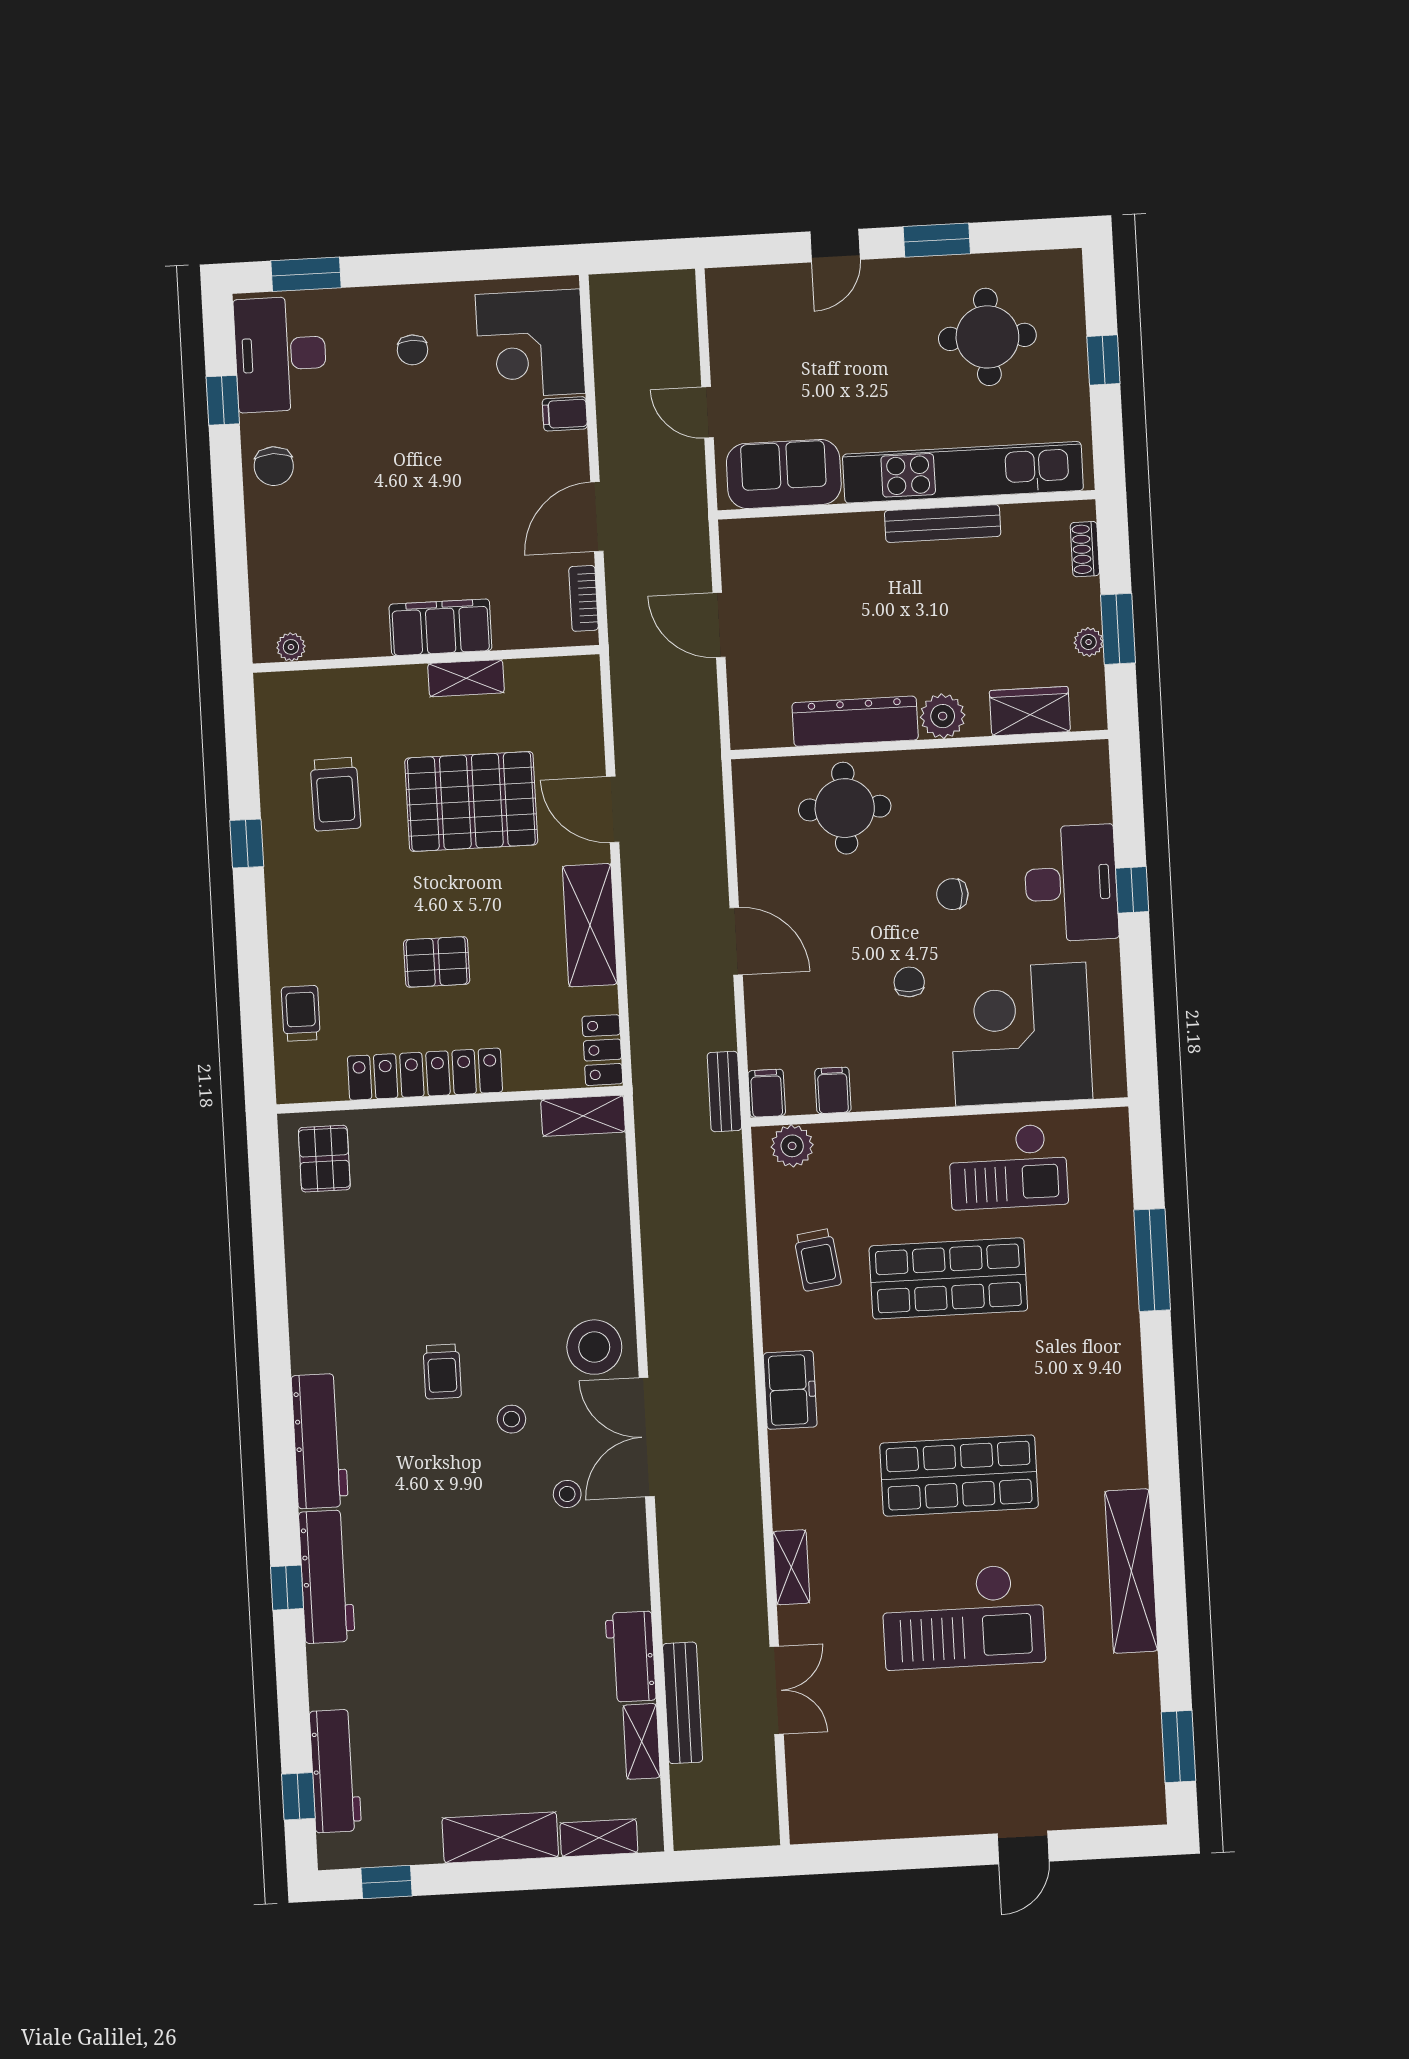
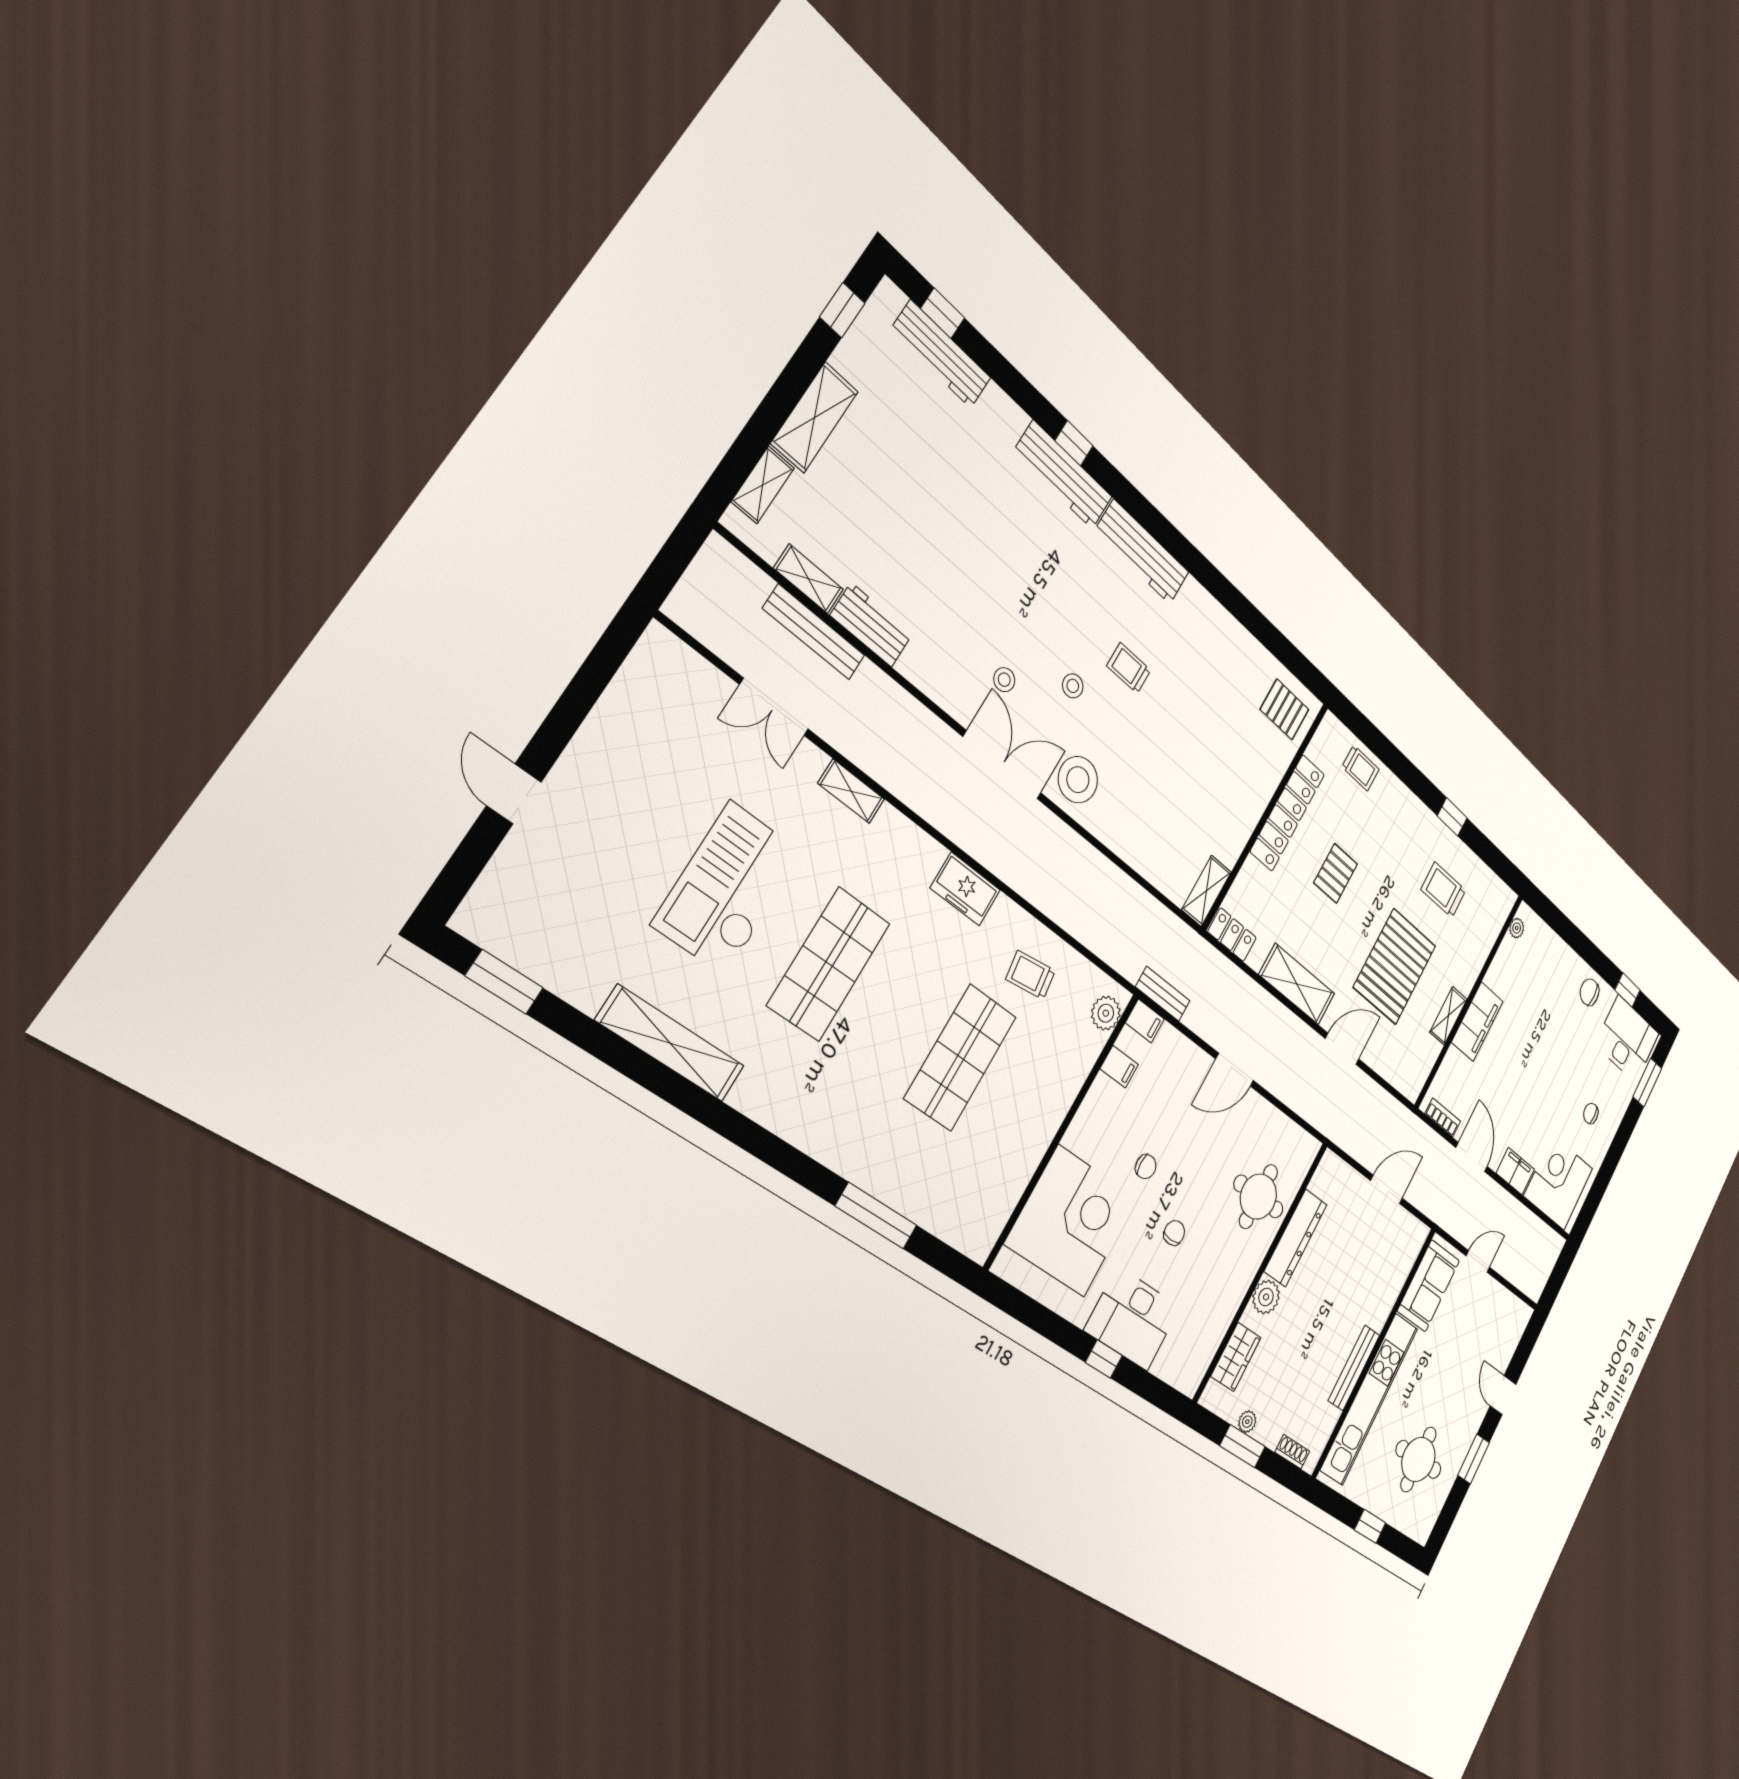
filing cabinet: (565, 414) -> (1515, 1171), width x2.00
checkout: (1008, 1166) -> (1001, 1153), removed

